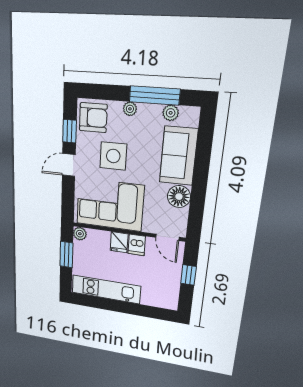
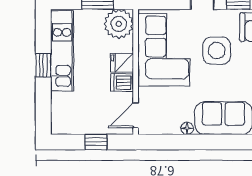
floor lamp: (179, 197) -> (187, 128), width x0.53, depth x0.53
plant: (80, 234) -> (119, 24), width x1.88, depth x1.88
window: (117, 306) -> (43, 65), added

